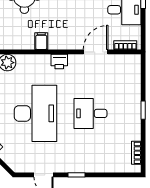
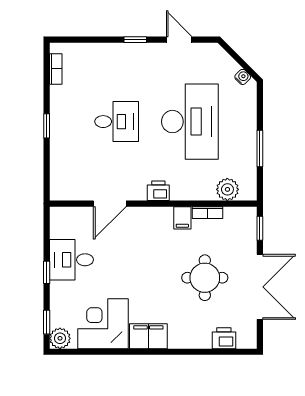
bookcase: (125, 45) -> (207, 213), moved
desk: (36, 113) -> (190, 122), turned 180

